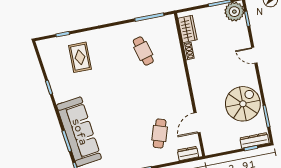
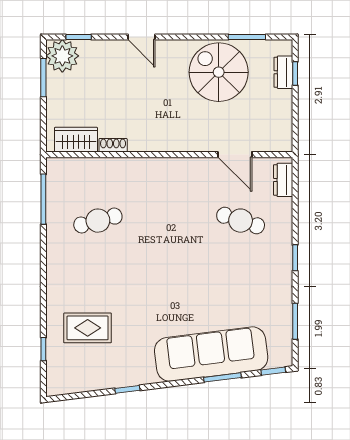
door: (254, 55) -> (142, 37), hinge flipped
dresser: (254, 140) -> (283, 72), width x0.70

